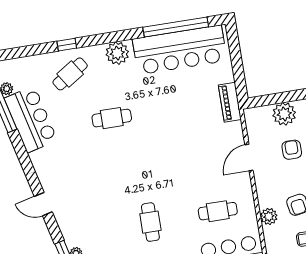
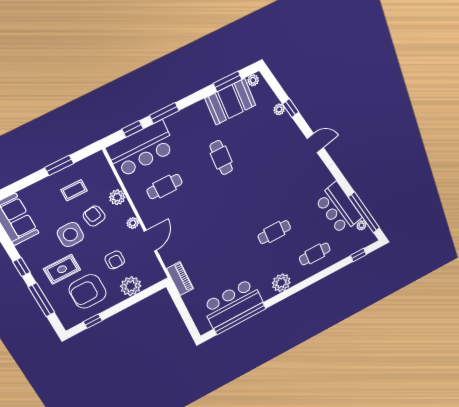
window: (67, 45) -> (358, 255), moved
bar counter: (180, 50) -> (232, 303), width x0.73
cafe table: (70, 74) -> (315, 254), turned 33
plant: (261, 183) -> (133, 223), added

